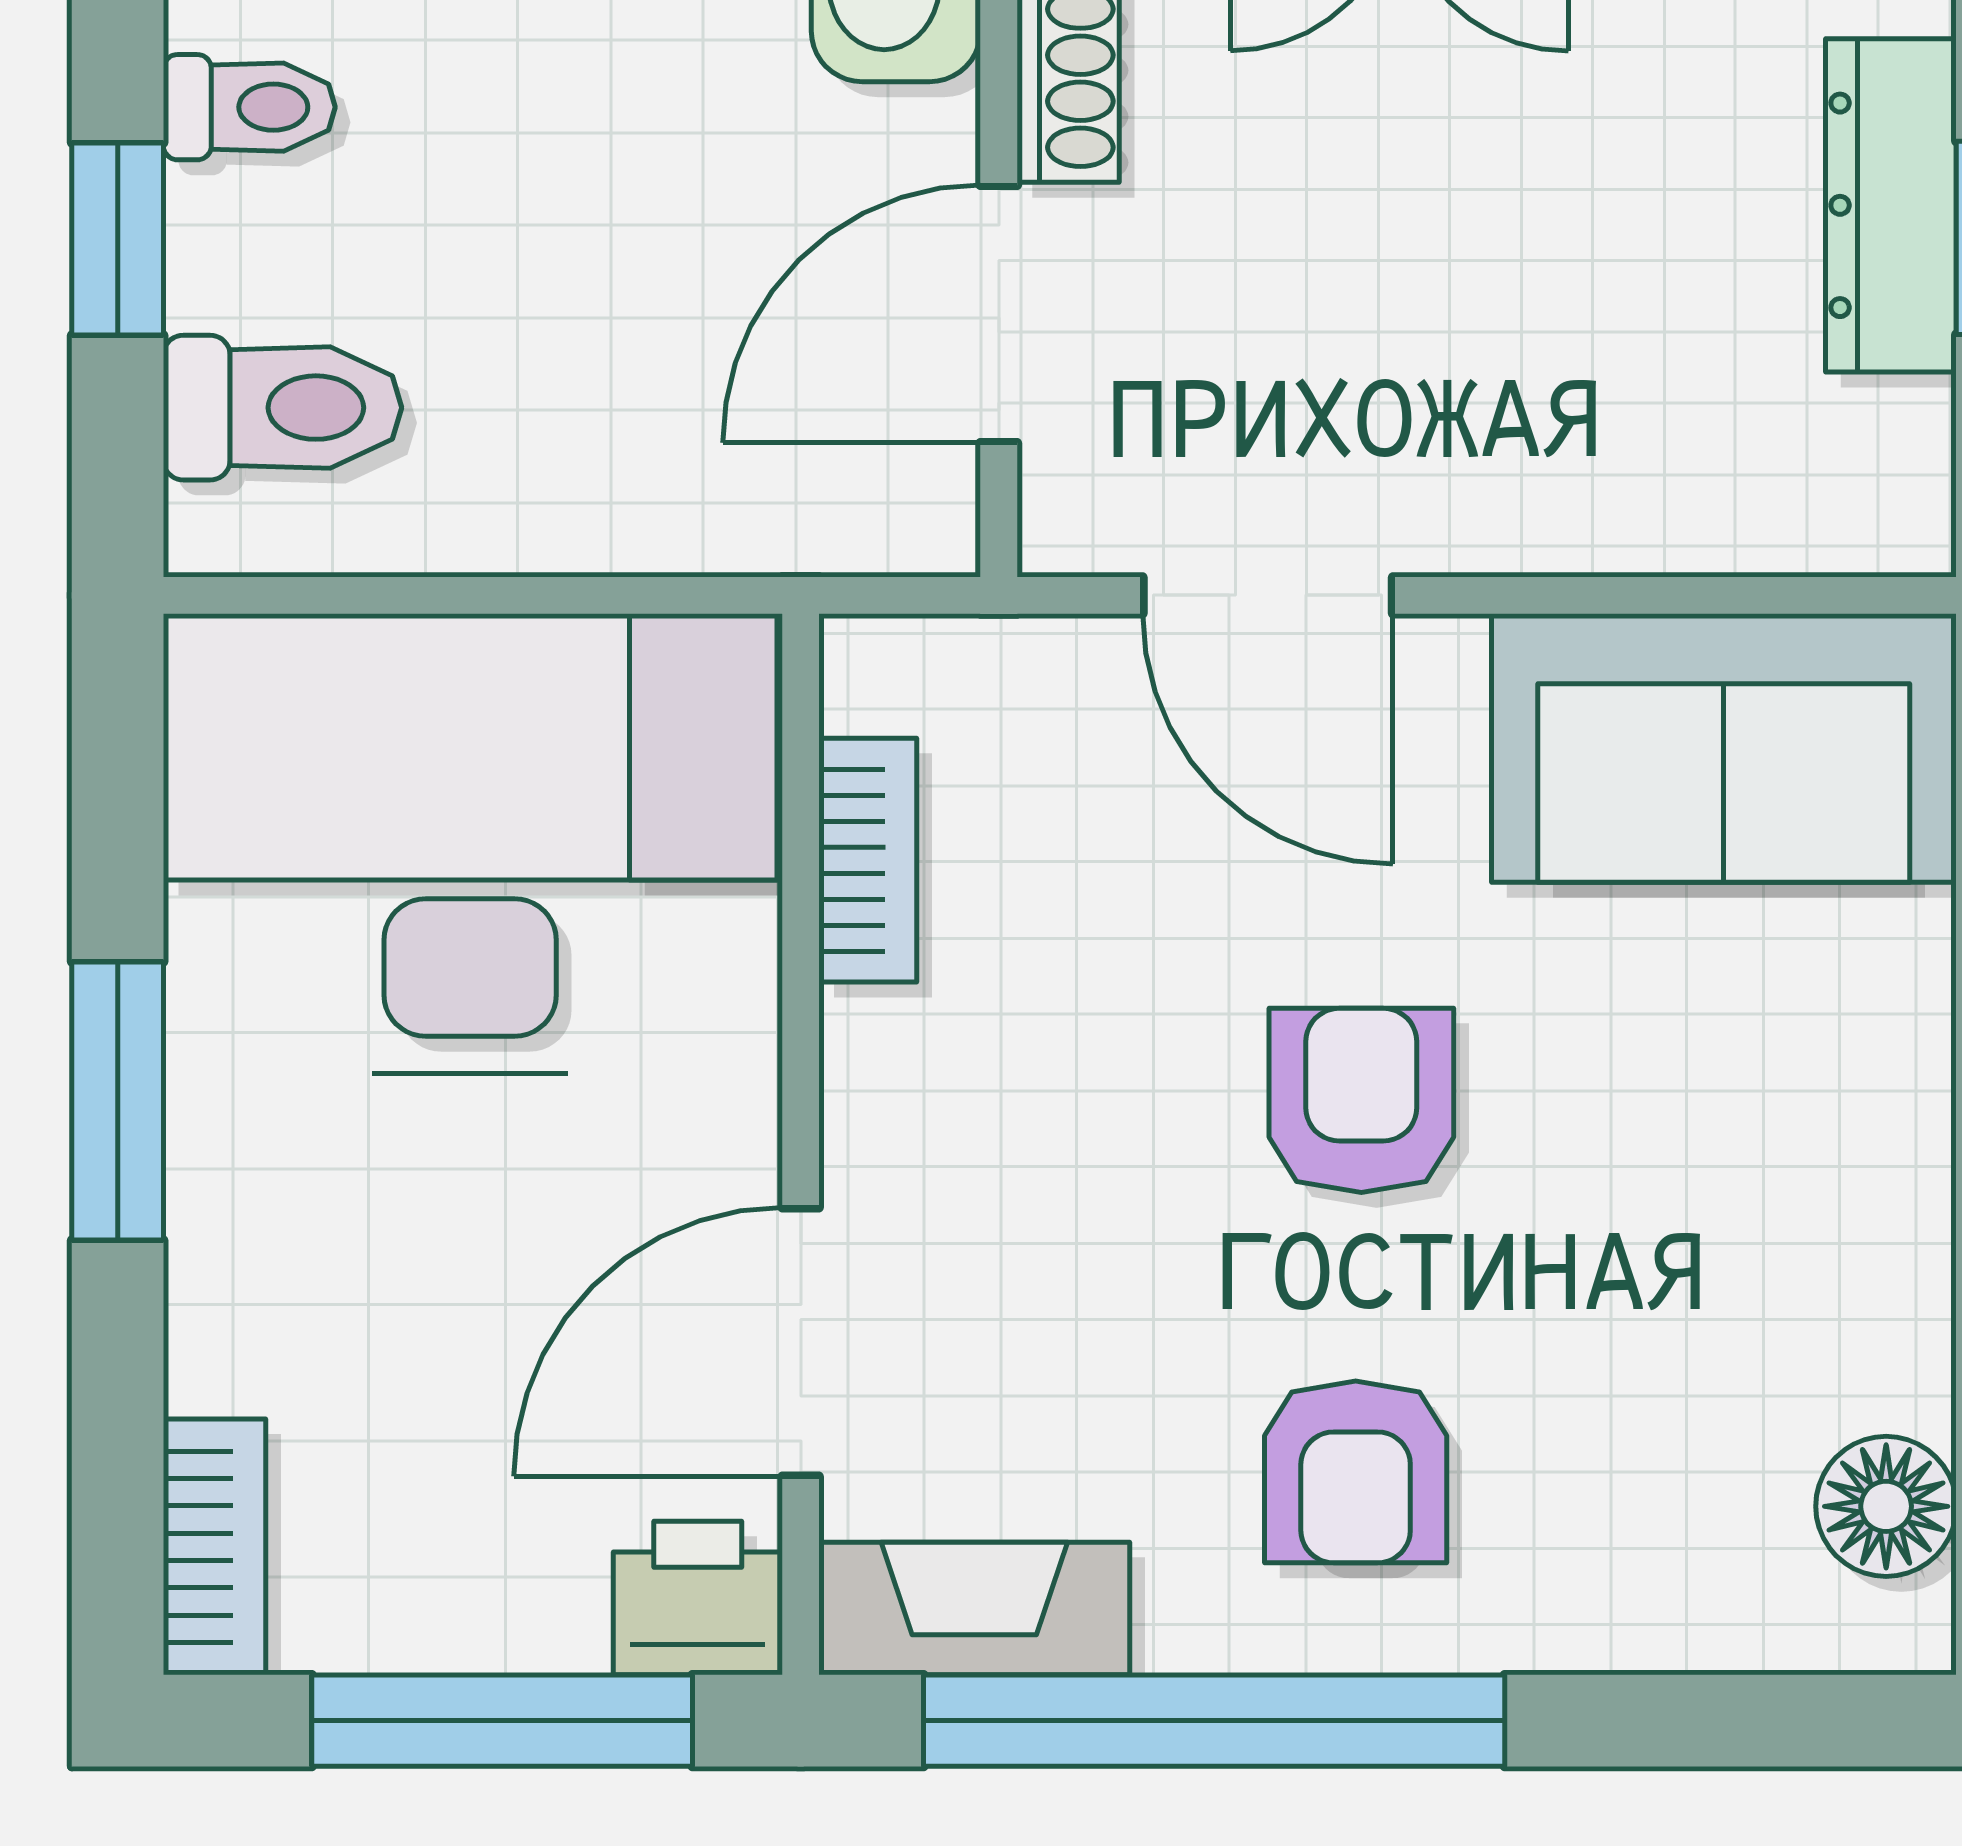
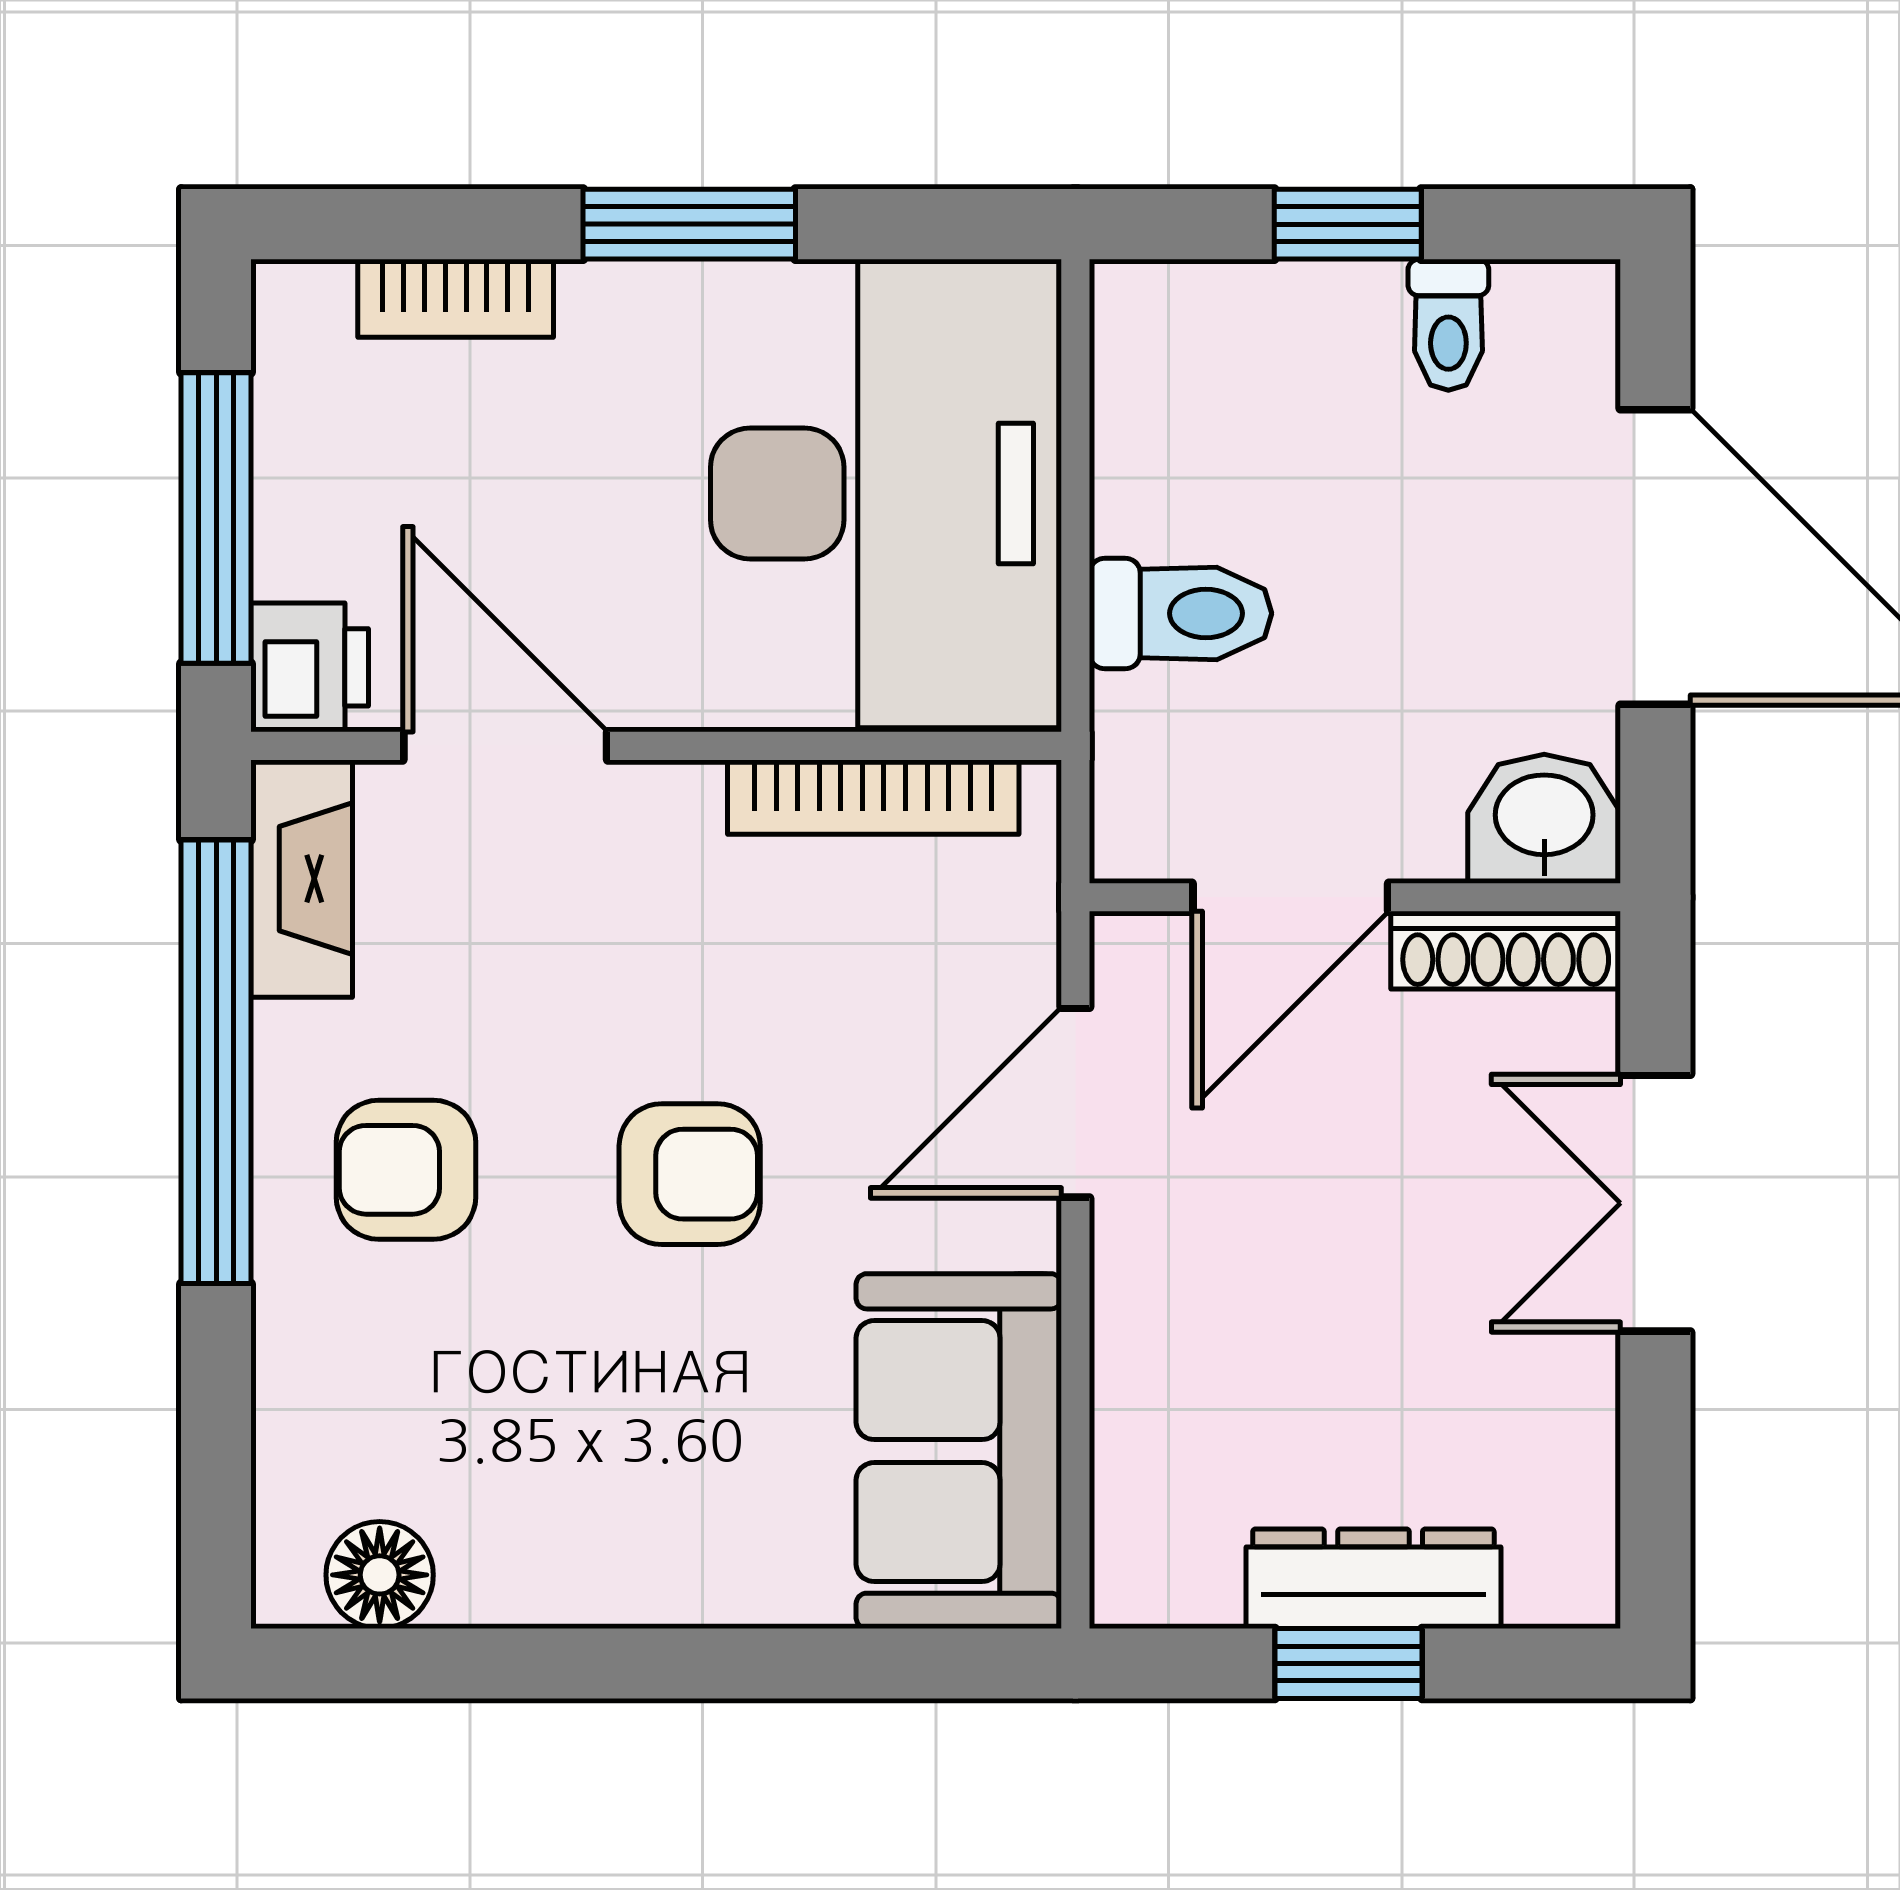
door: (999, 314) -> (1290, 897), swing flipped
toilet: (283, 408) -> (1180, 613), moved, turned -90
bookcase: (868, 860) -> (873, 797), width x1.56
bookcase: (214, 1547) -> (456, 298), moved

